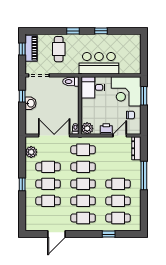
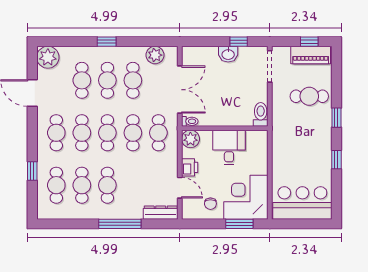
bar counter: (99, 63) -> (302, 203), moved, turned -90
desk: (93, 87) -> (229, 147), moved
plant: (33, 224) -> (48, 57), added

